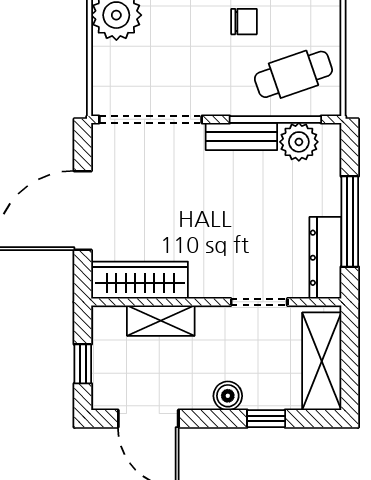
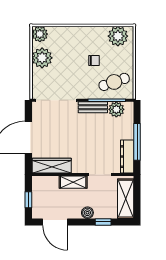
shelving: (161, 321) -> (73, 182), moved

